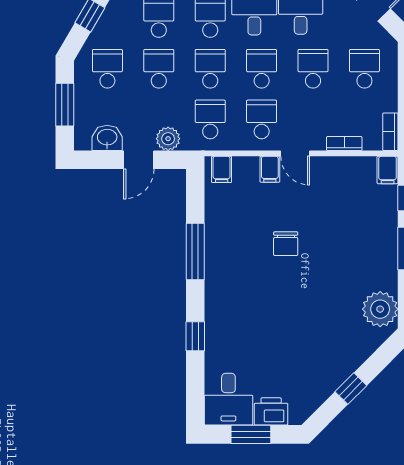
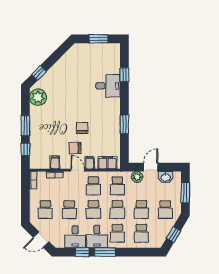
filing cabinet: (222, 169) -> (107, 163), width x2.00
filing cabinet: (388, 170) -> (55, 162), moved
chair: (301, 200) -> (75, 148), added
window: (195, 252) -> (124, 124), width x0.69
window: (195, 336) -> (124, 75), moved
window: (351, 389) -> (39, 73), moved
desk: (228, 399) -> (108, 86), moved, turned 90
printer: (271, 411) -> (89, 50), removed

